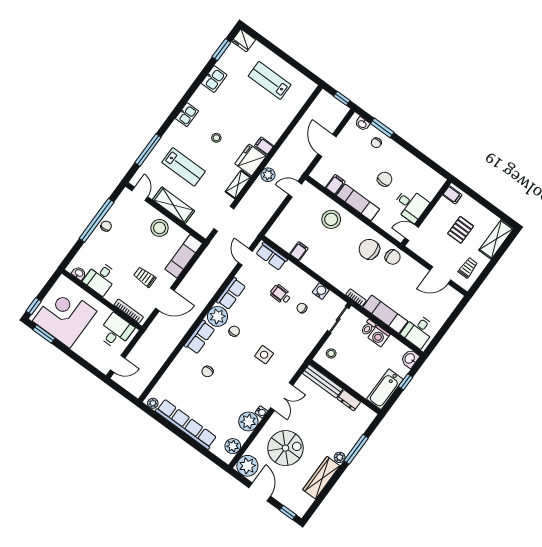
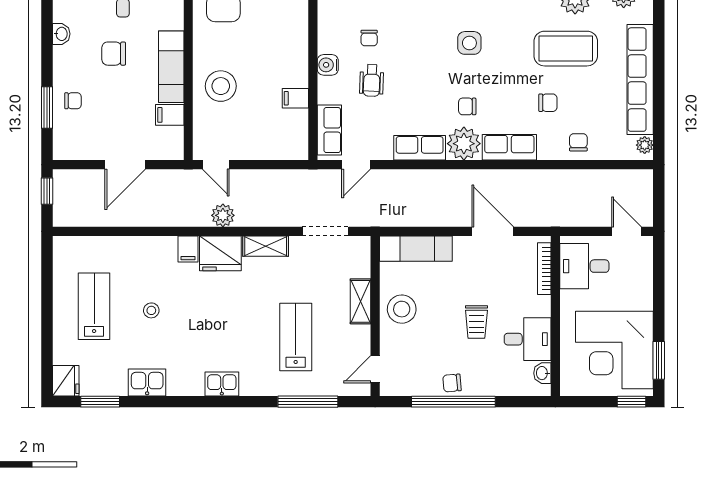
lab bench: (270, 80) -> (94, 306), turned 180
washbasin: (362, 124) -> (61, 34), moved
stool: (216, 138) -> (151, 310), moved
shelving: (174, 205) -> (361, 301), width x0.67, depth x0.75
trolley: (145, 277) -> (476, 322), moved
water cooler: (321, 291) -> (328, 65), moved
chair: (178, 372) -> (578, 142), added
coffee table: (227, 399) -> (566, 49), added

